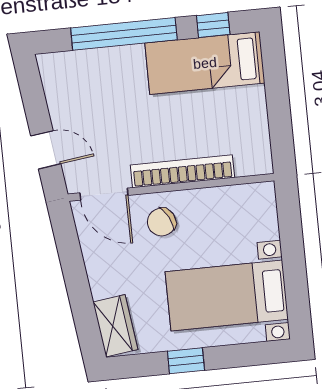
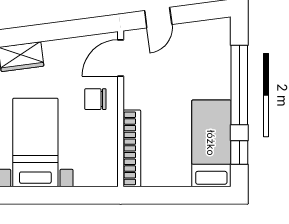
bookcase: (182, 171) -> (132, 148), moved
chair: (162, 222) -> (95, 99), turned -62

